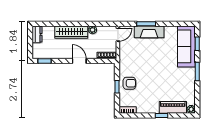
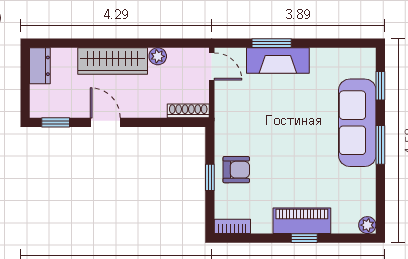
door: (118, 35) -> (212, 66), hinge flipped
sofa: (186, 46) -> (357, 123), moved
door: (79, 61) -> (105, 122), moved
piano: (173, 107) -> (302, 221), moved

